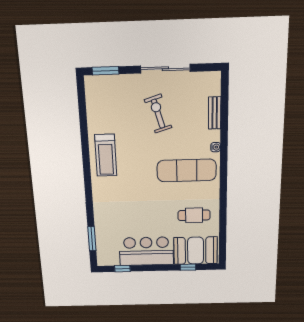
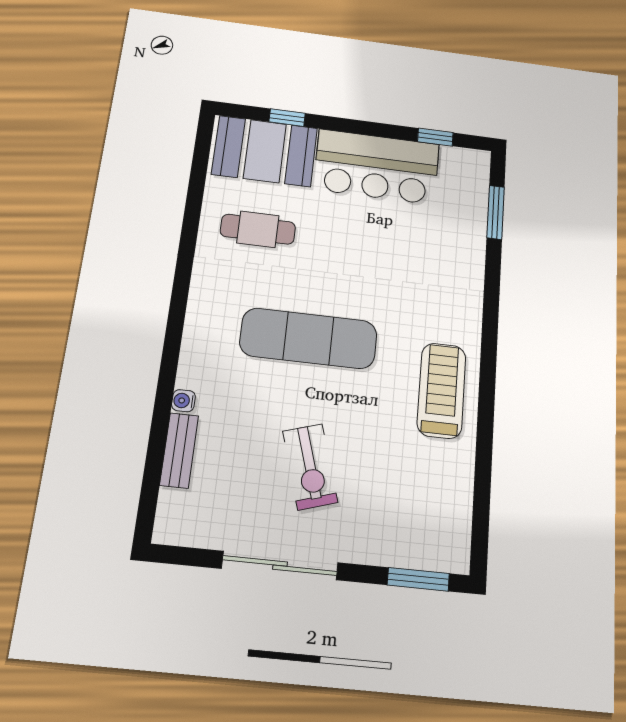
water cooler: (216, 147) -> (183, 401), moved
exercise mat: (187, 170) -> (309, 338), moved

